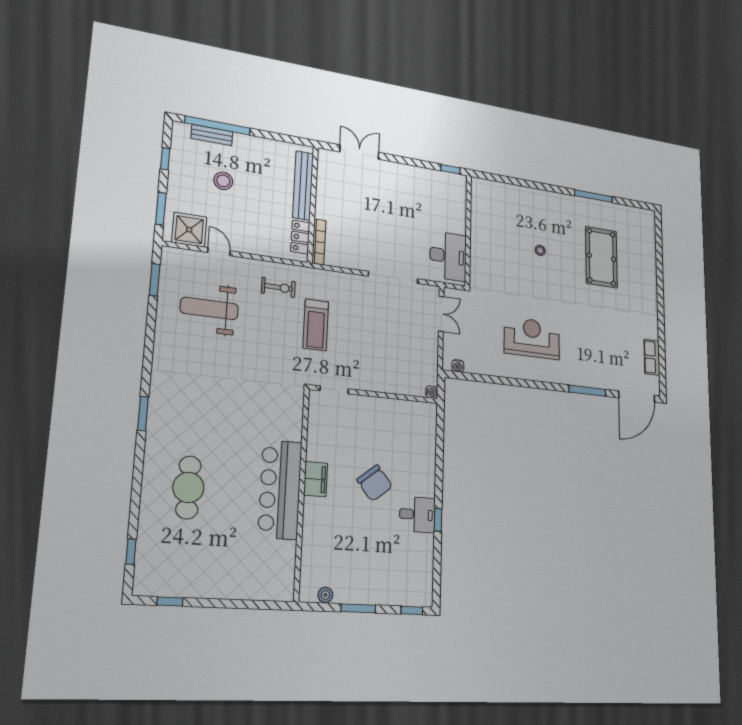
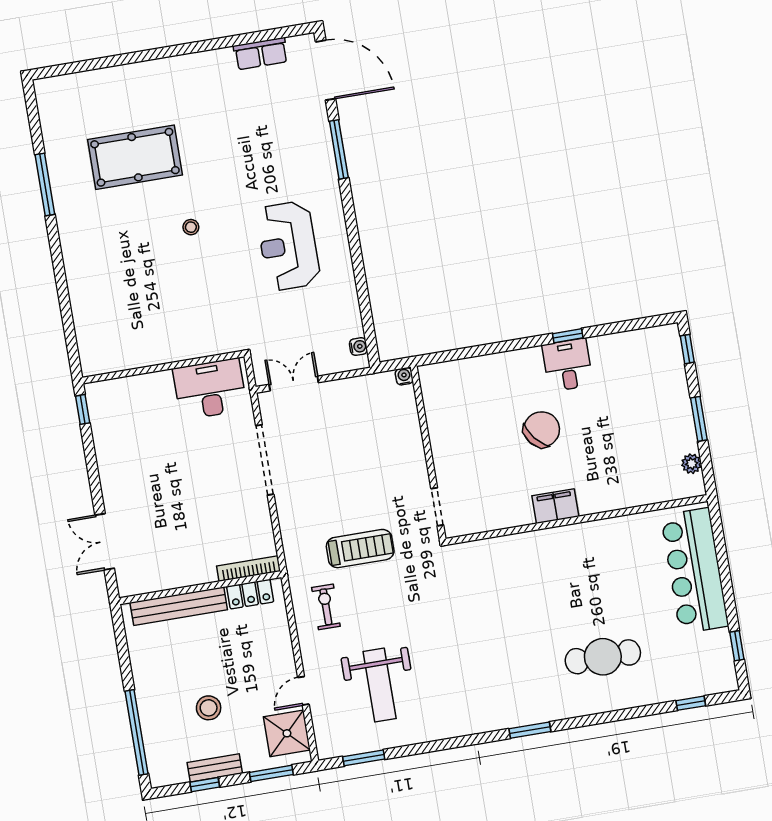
bench: (212, 135) -> (215, 768), moved, turned 90
stool: (540, 250) -> (191, 227), moved
bar counter: (280, 489) -> (695, 571), moved, turned 90

